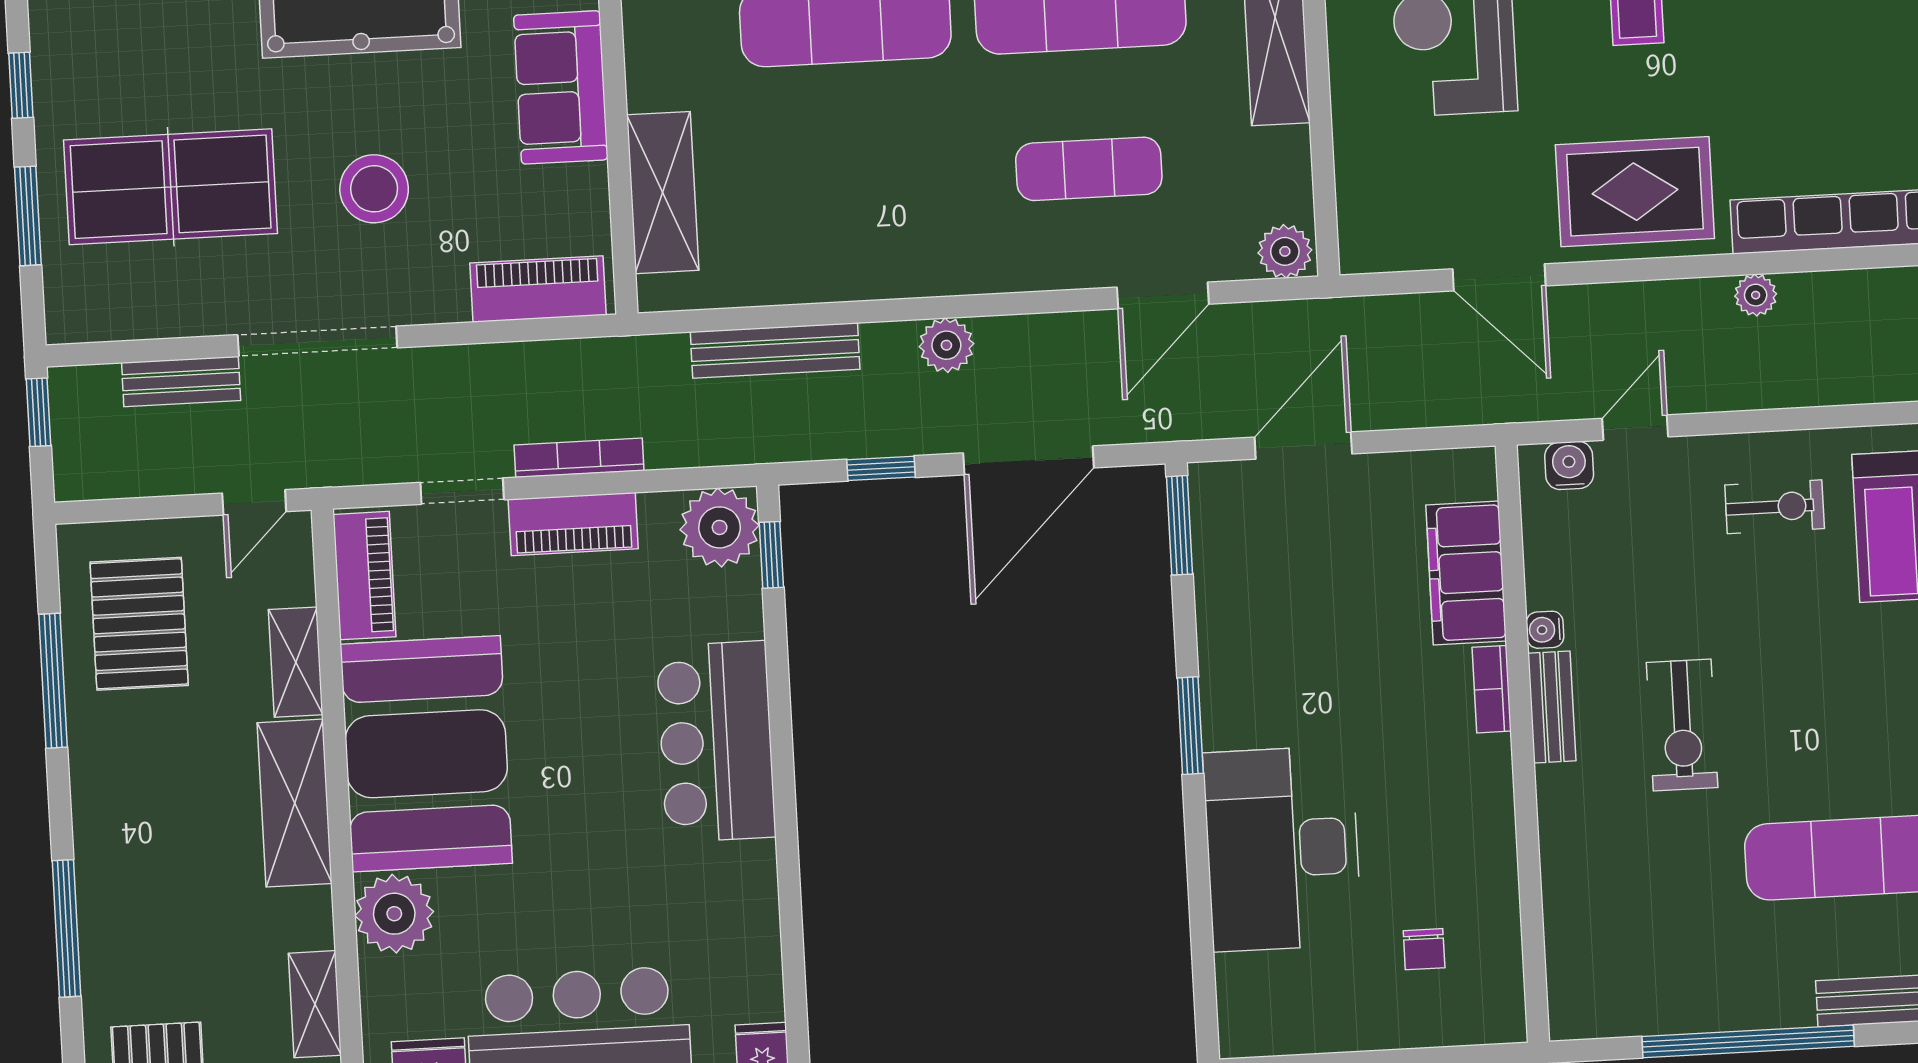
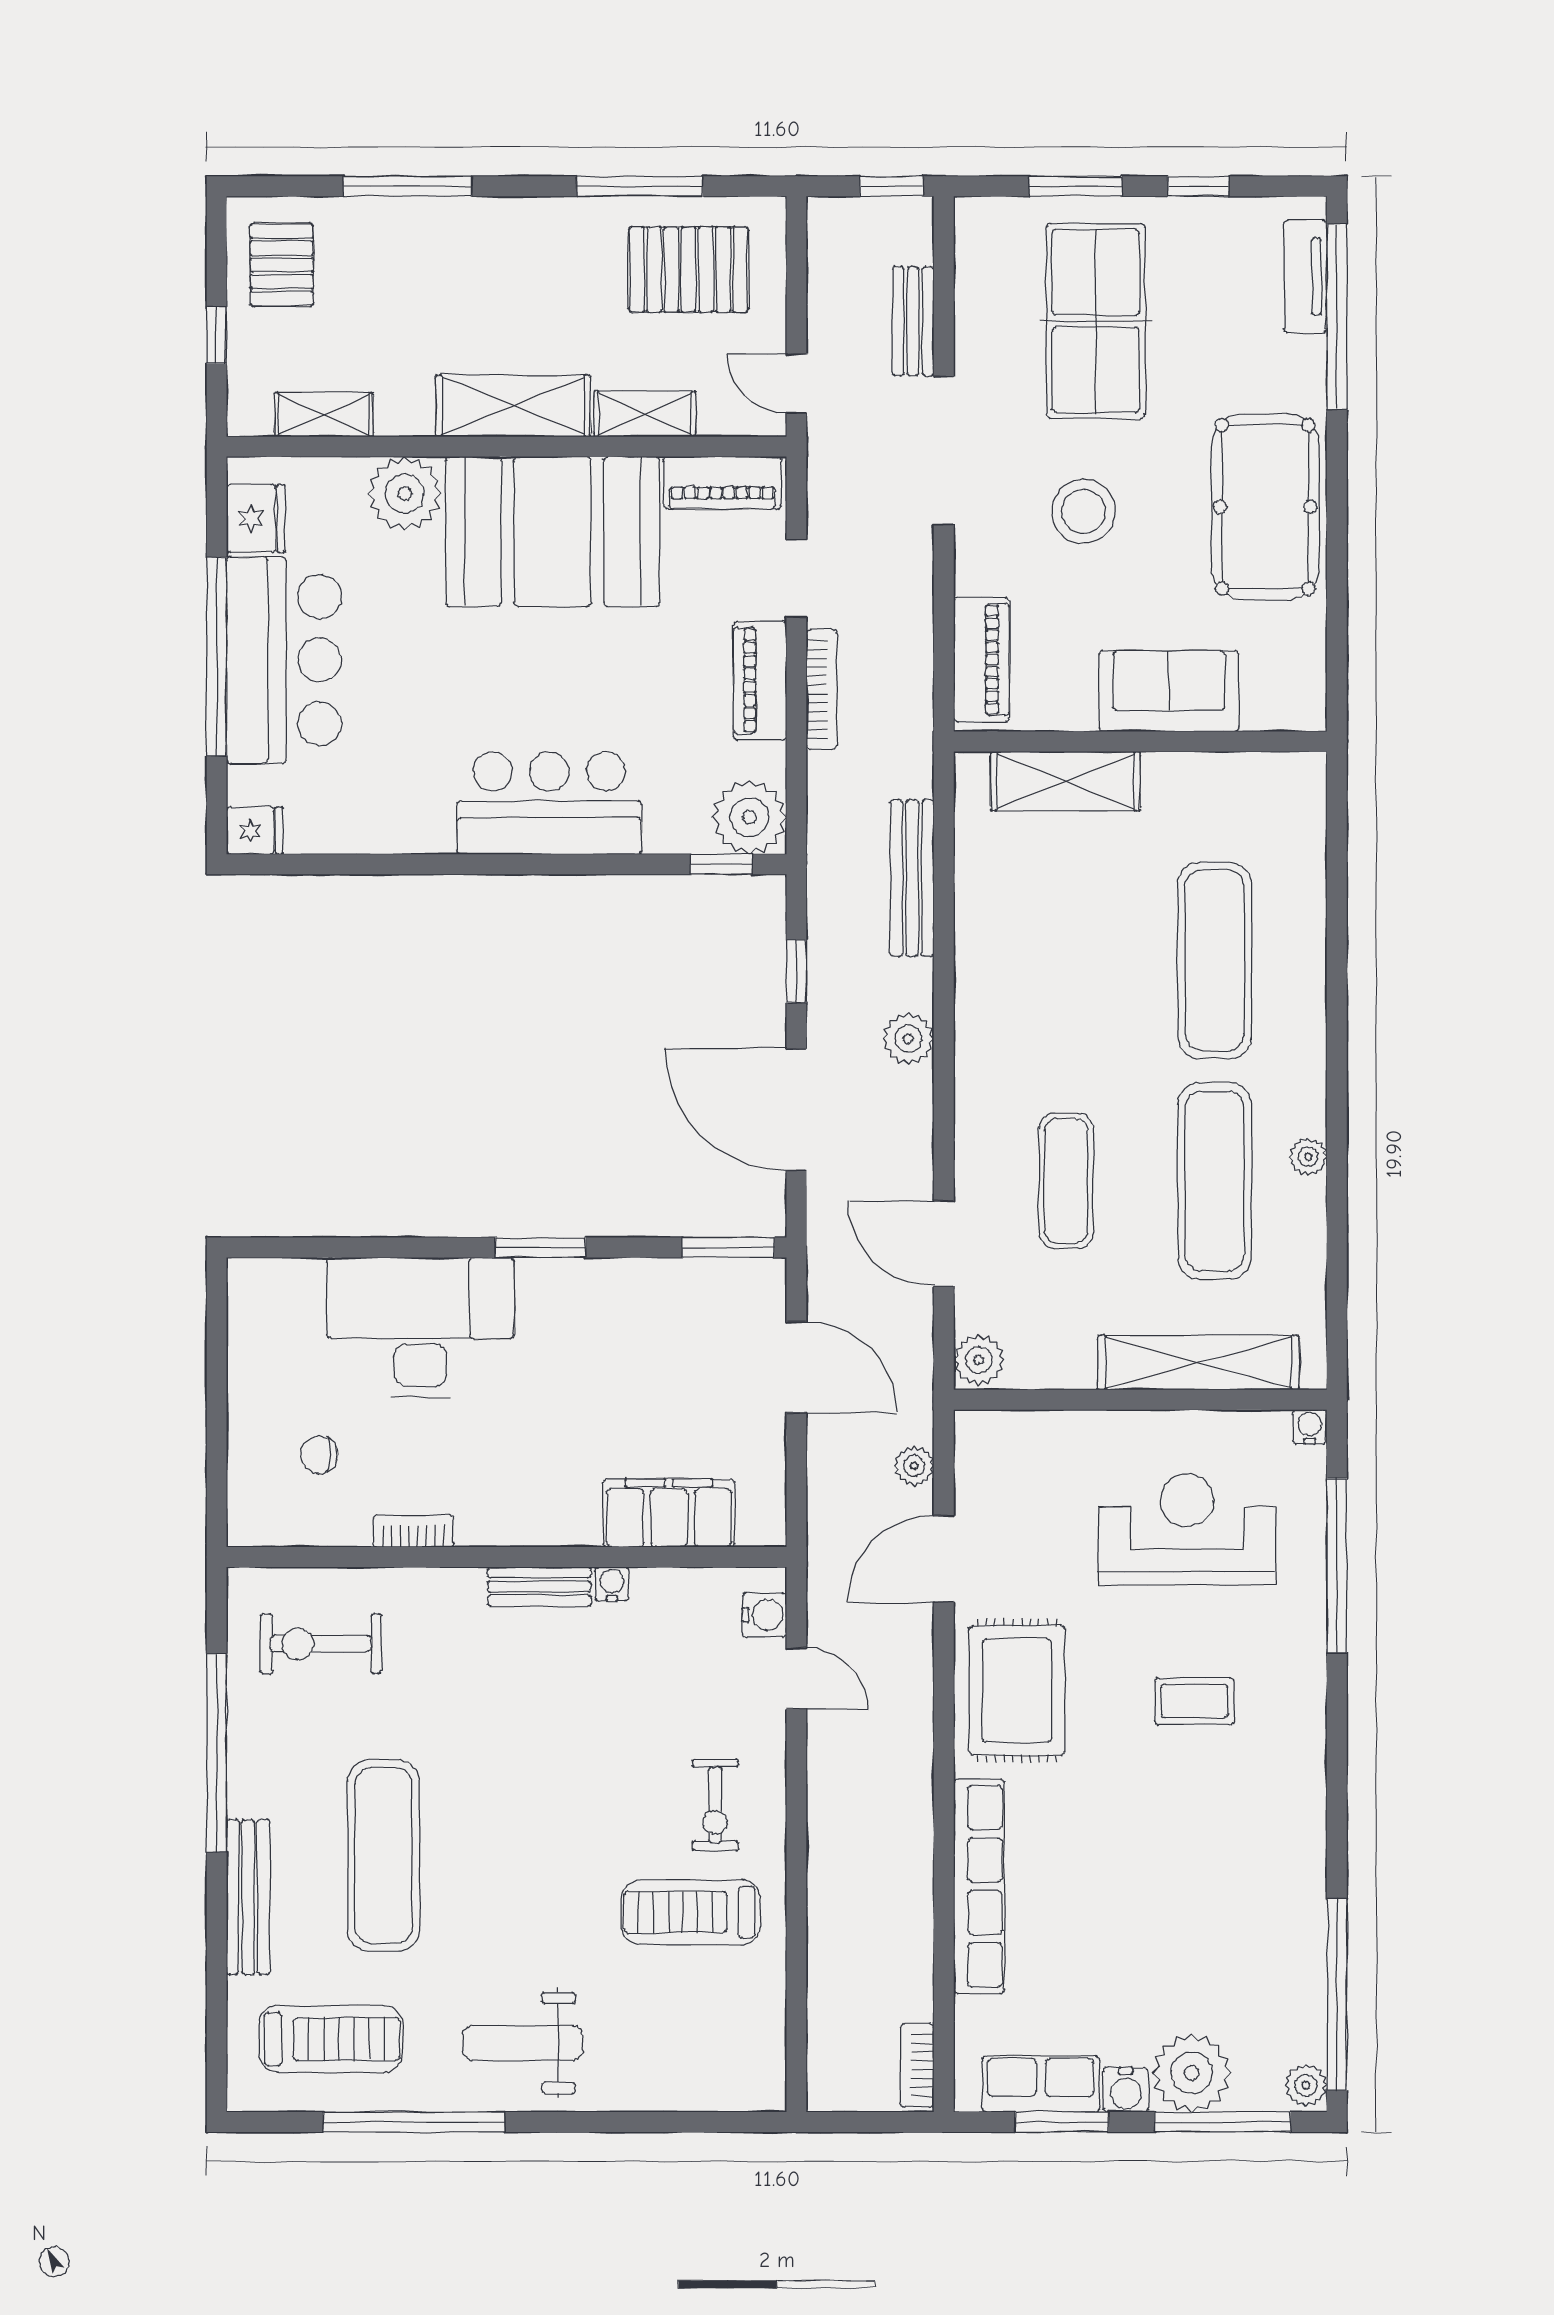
plant: (1756, 295) -> (914, 1466), moved
bookcase: (1492, 689) -> (413, 1531), moved
exercise bike: (1682, 725) -> (321, 1644), moved

